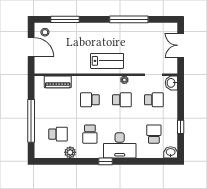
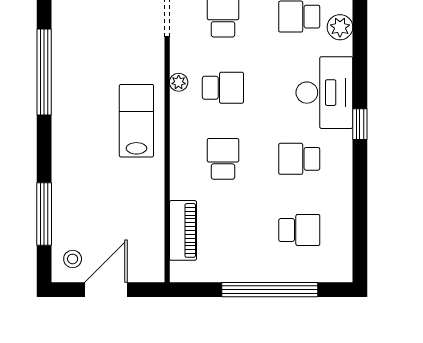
school desk: (90, 100) -> (223, 159), turned 180
school desk: (122, 100) -> (223, 88), turned 90
school desk: (58, 134) -> (299, 230), turned 90
school desk: (90, 134) -> (299, 159), turned 180
plant: (70, 152) -> (340, 27), moved

